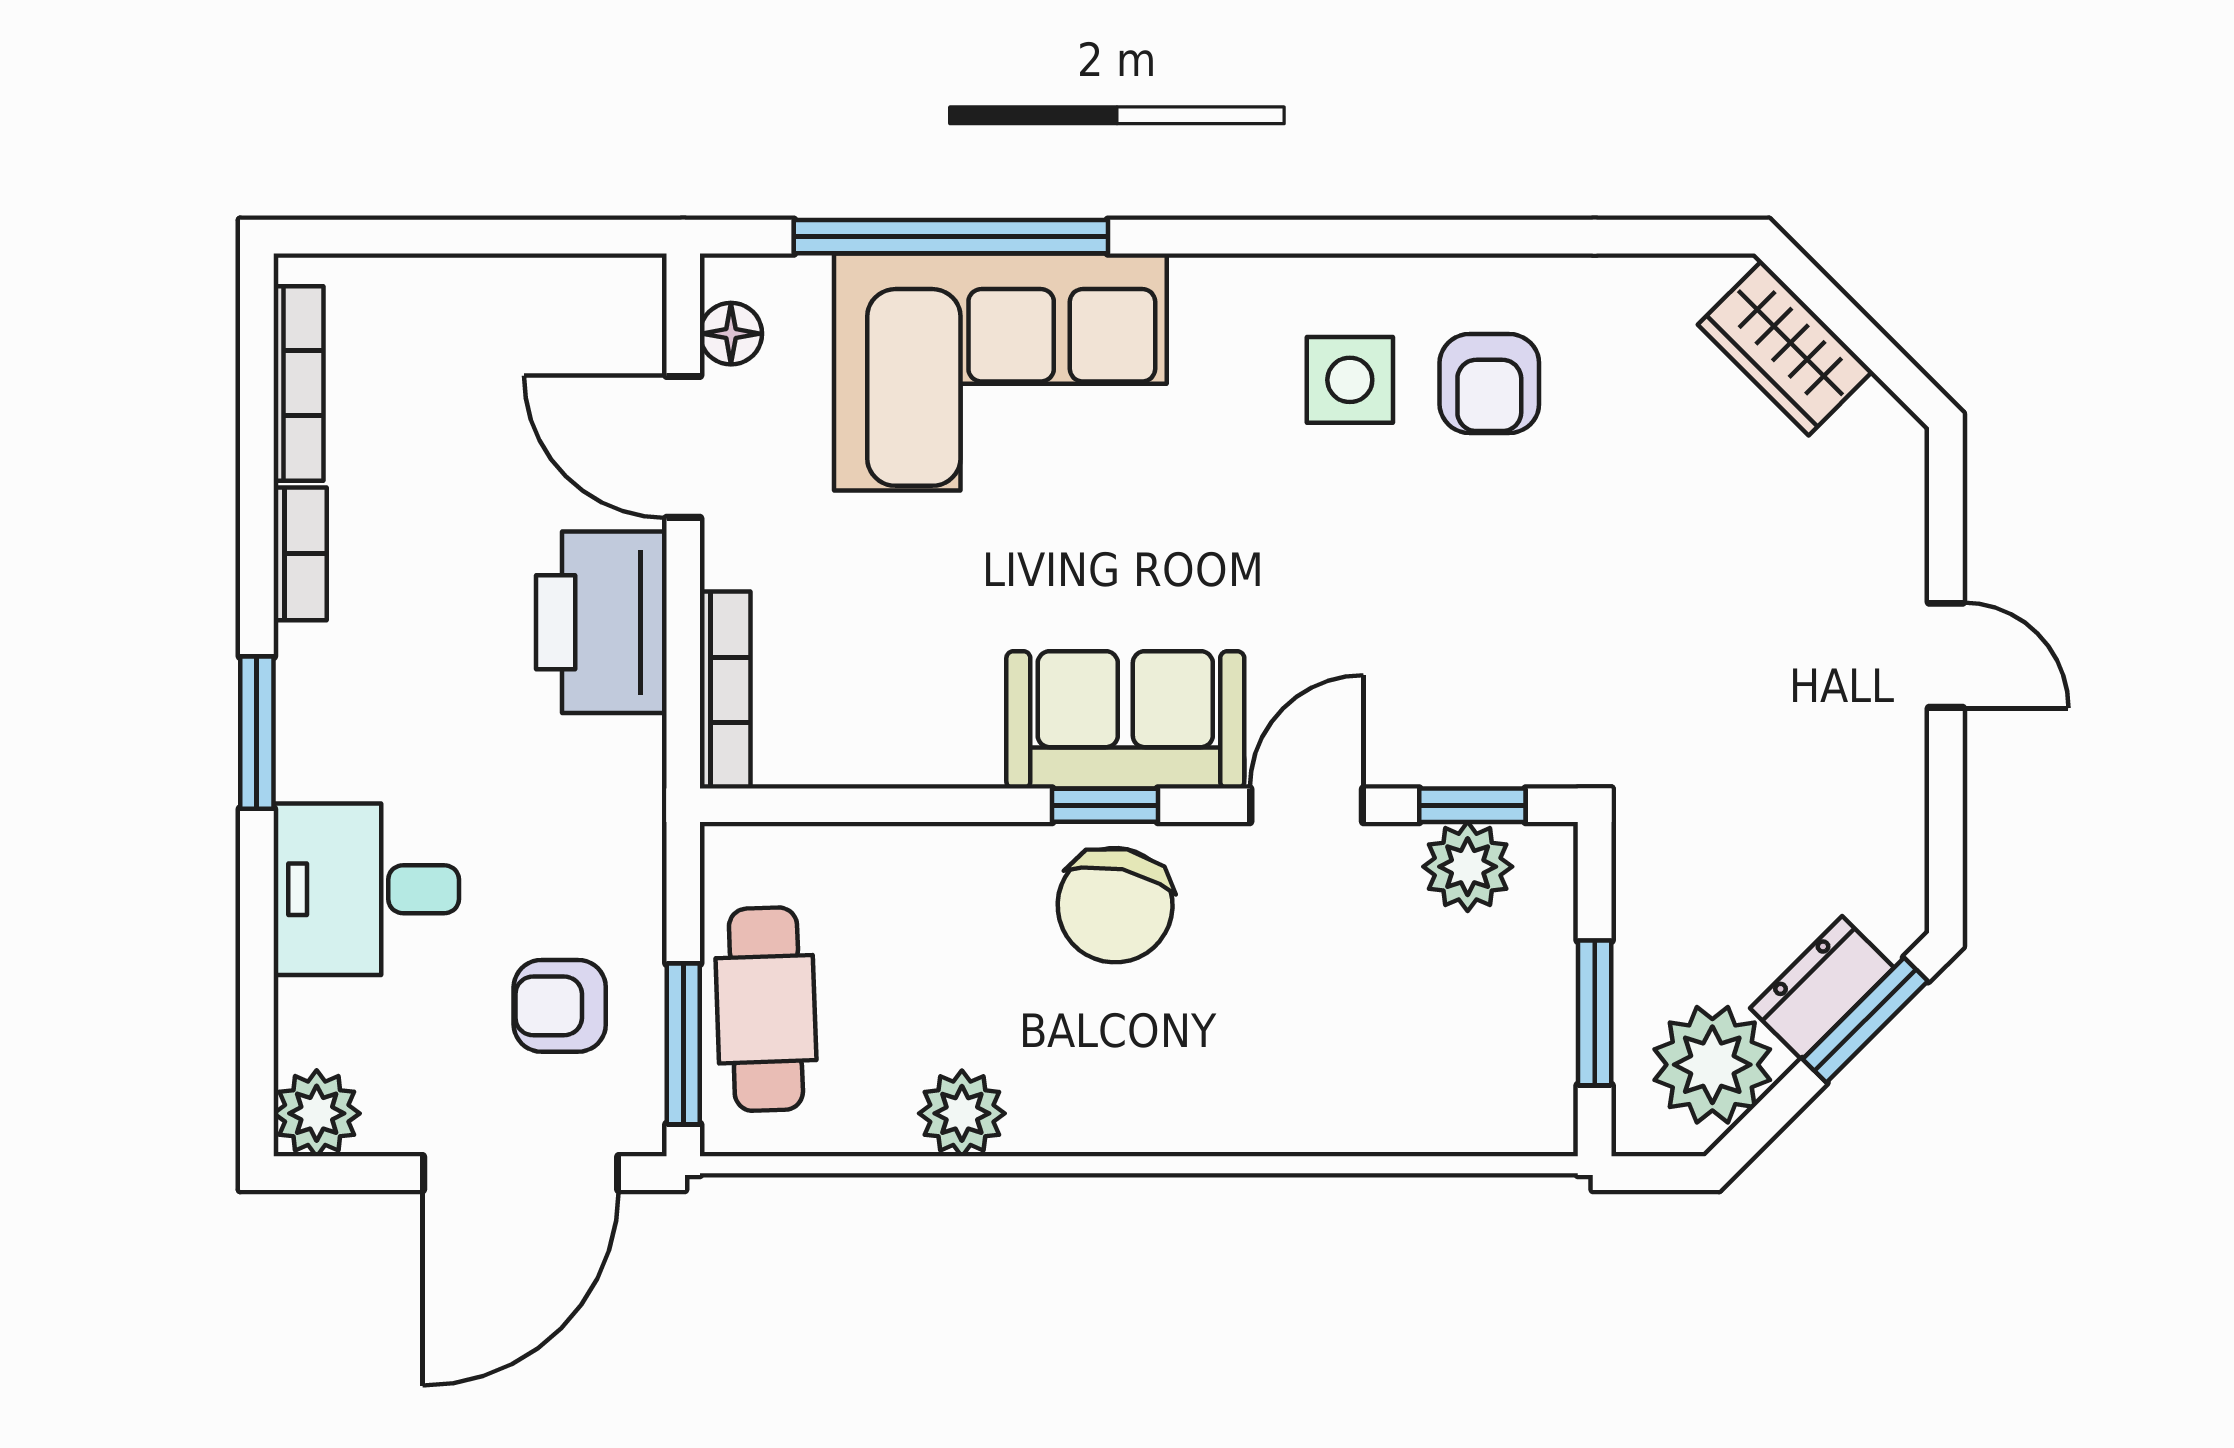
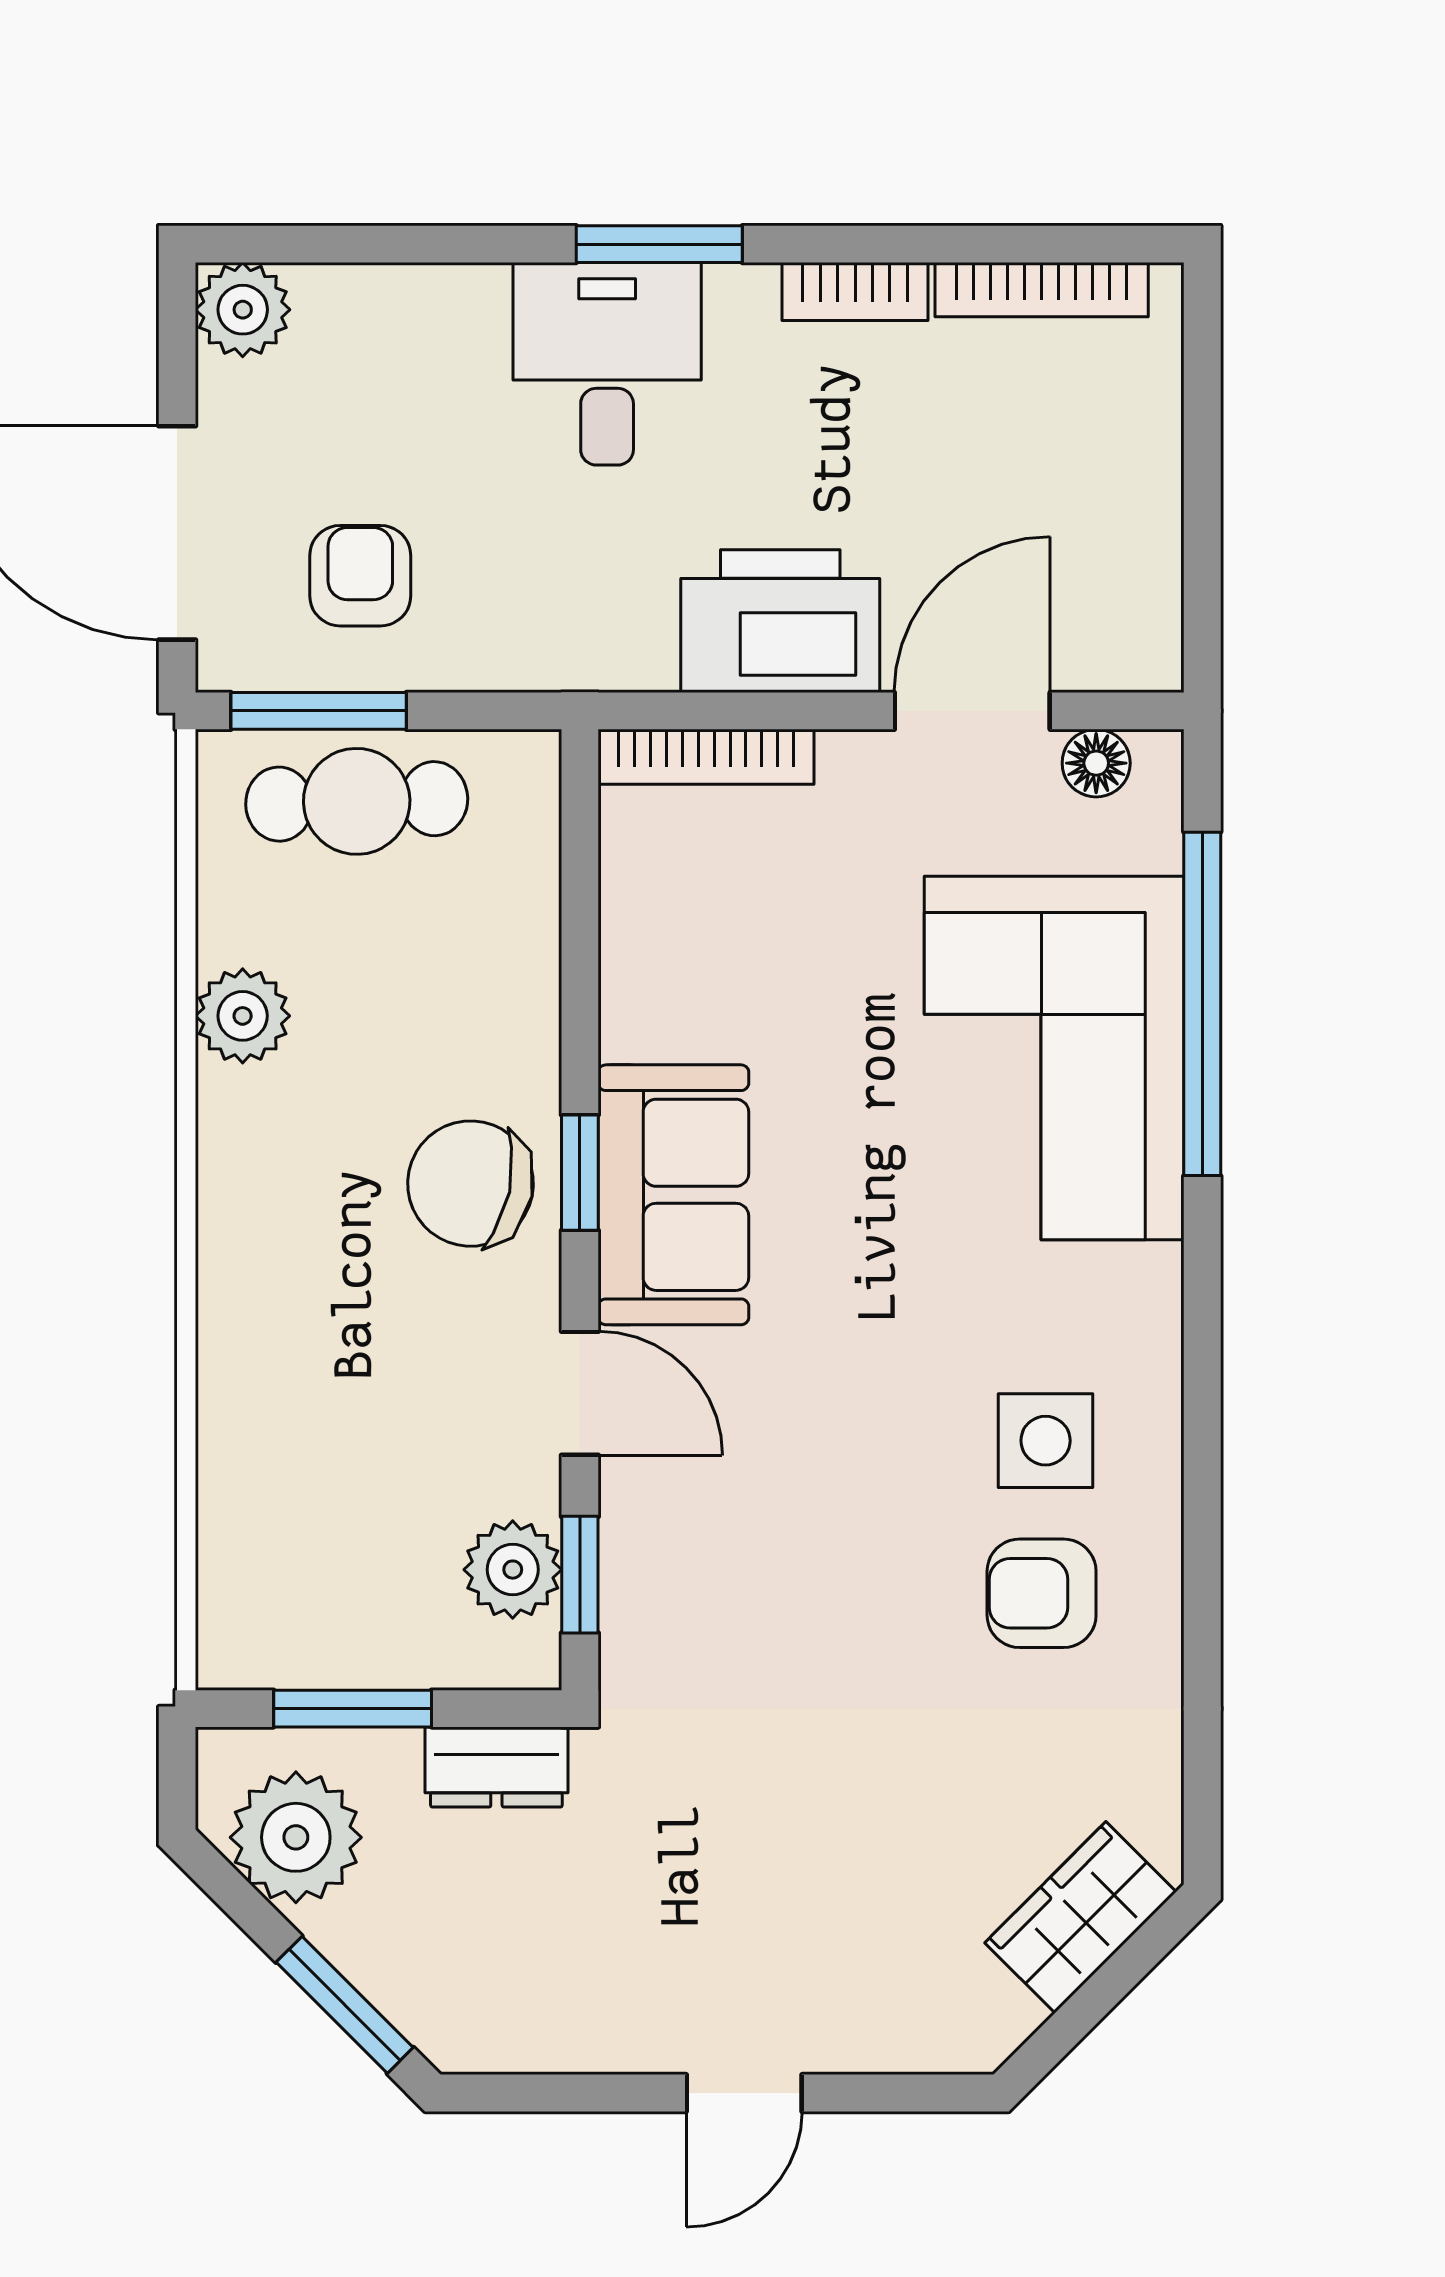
desk: (366, 889) -> (607, 364), moved
dresser: (1822, 988) -> (496, 1767), moved, turned 135

